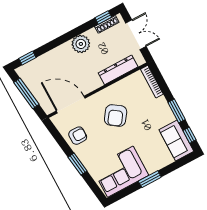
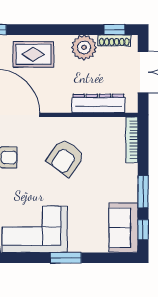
plant: (81, 44) -> (84, 47), moved
rug: (60, 61) -> (33, 54), added

